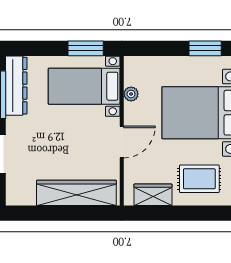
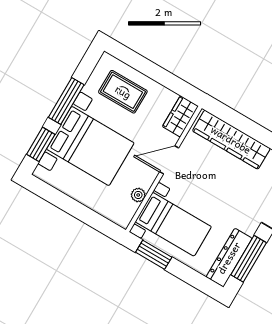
window: (205, 48) -> (55, 197), removed
wardrobe: (153, 195) -> (180, 116), moved, turned 90

